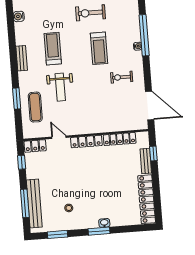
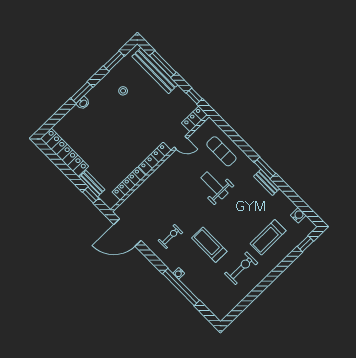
treadmill: (53, 49) -> (268, 237), moved, turned 90
window: (17, 99) -> (265, 168), moved

